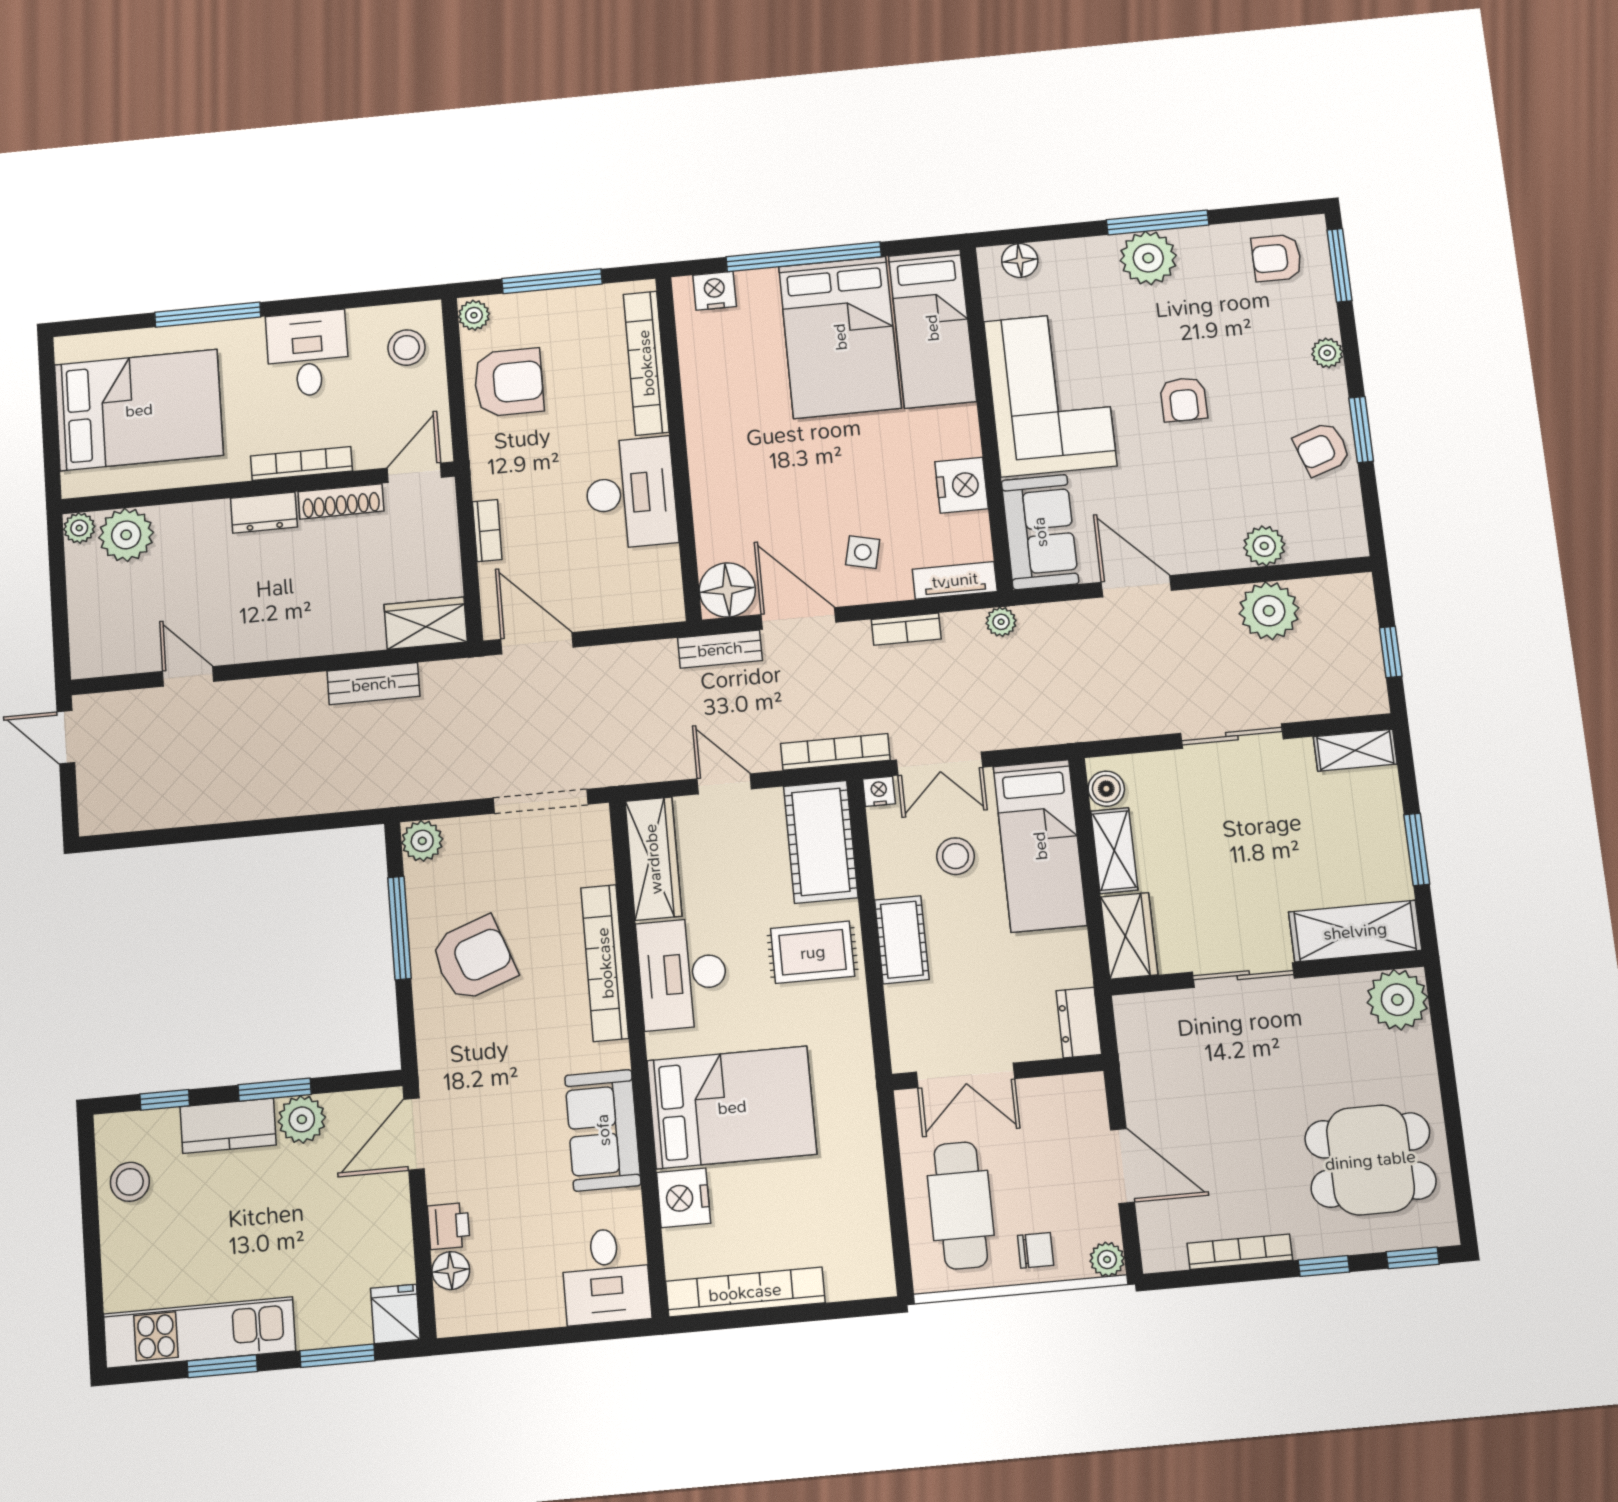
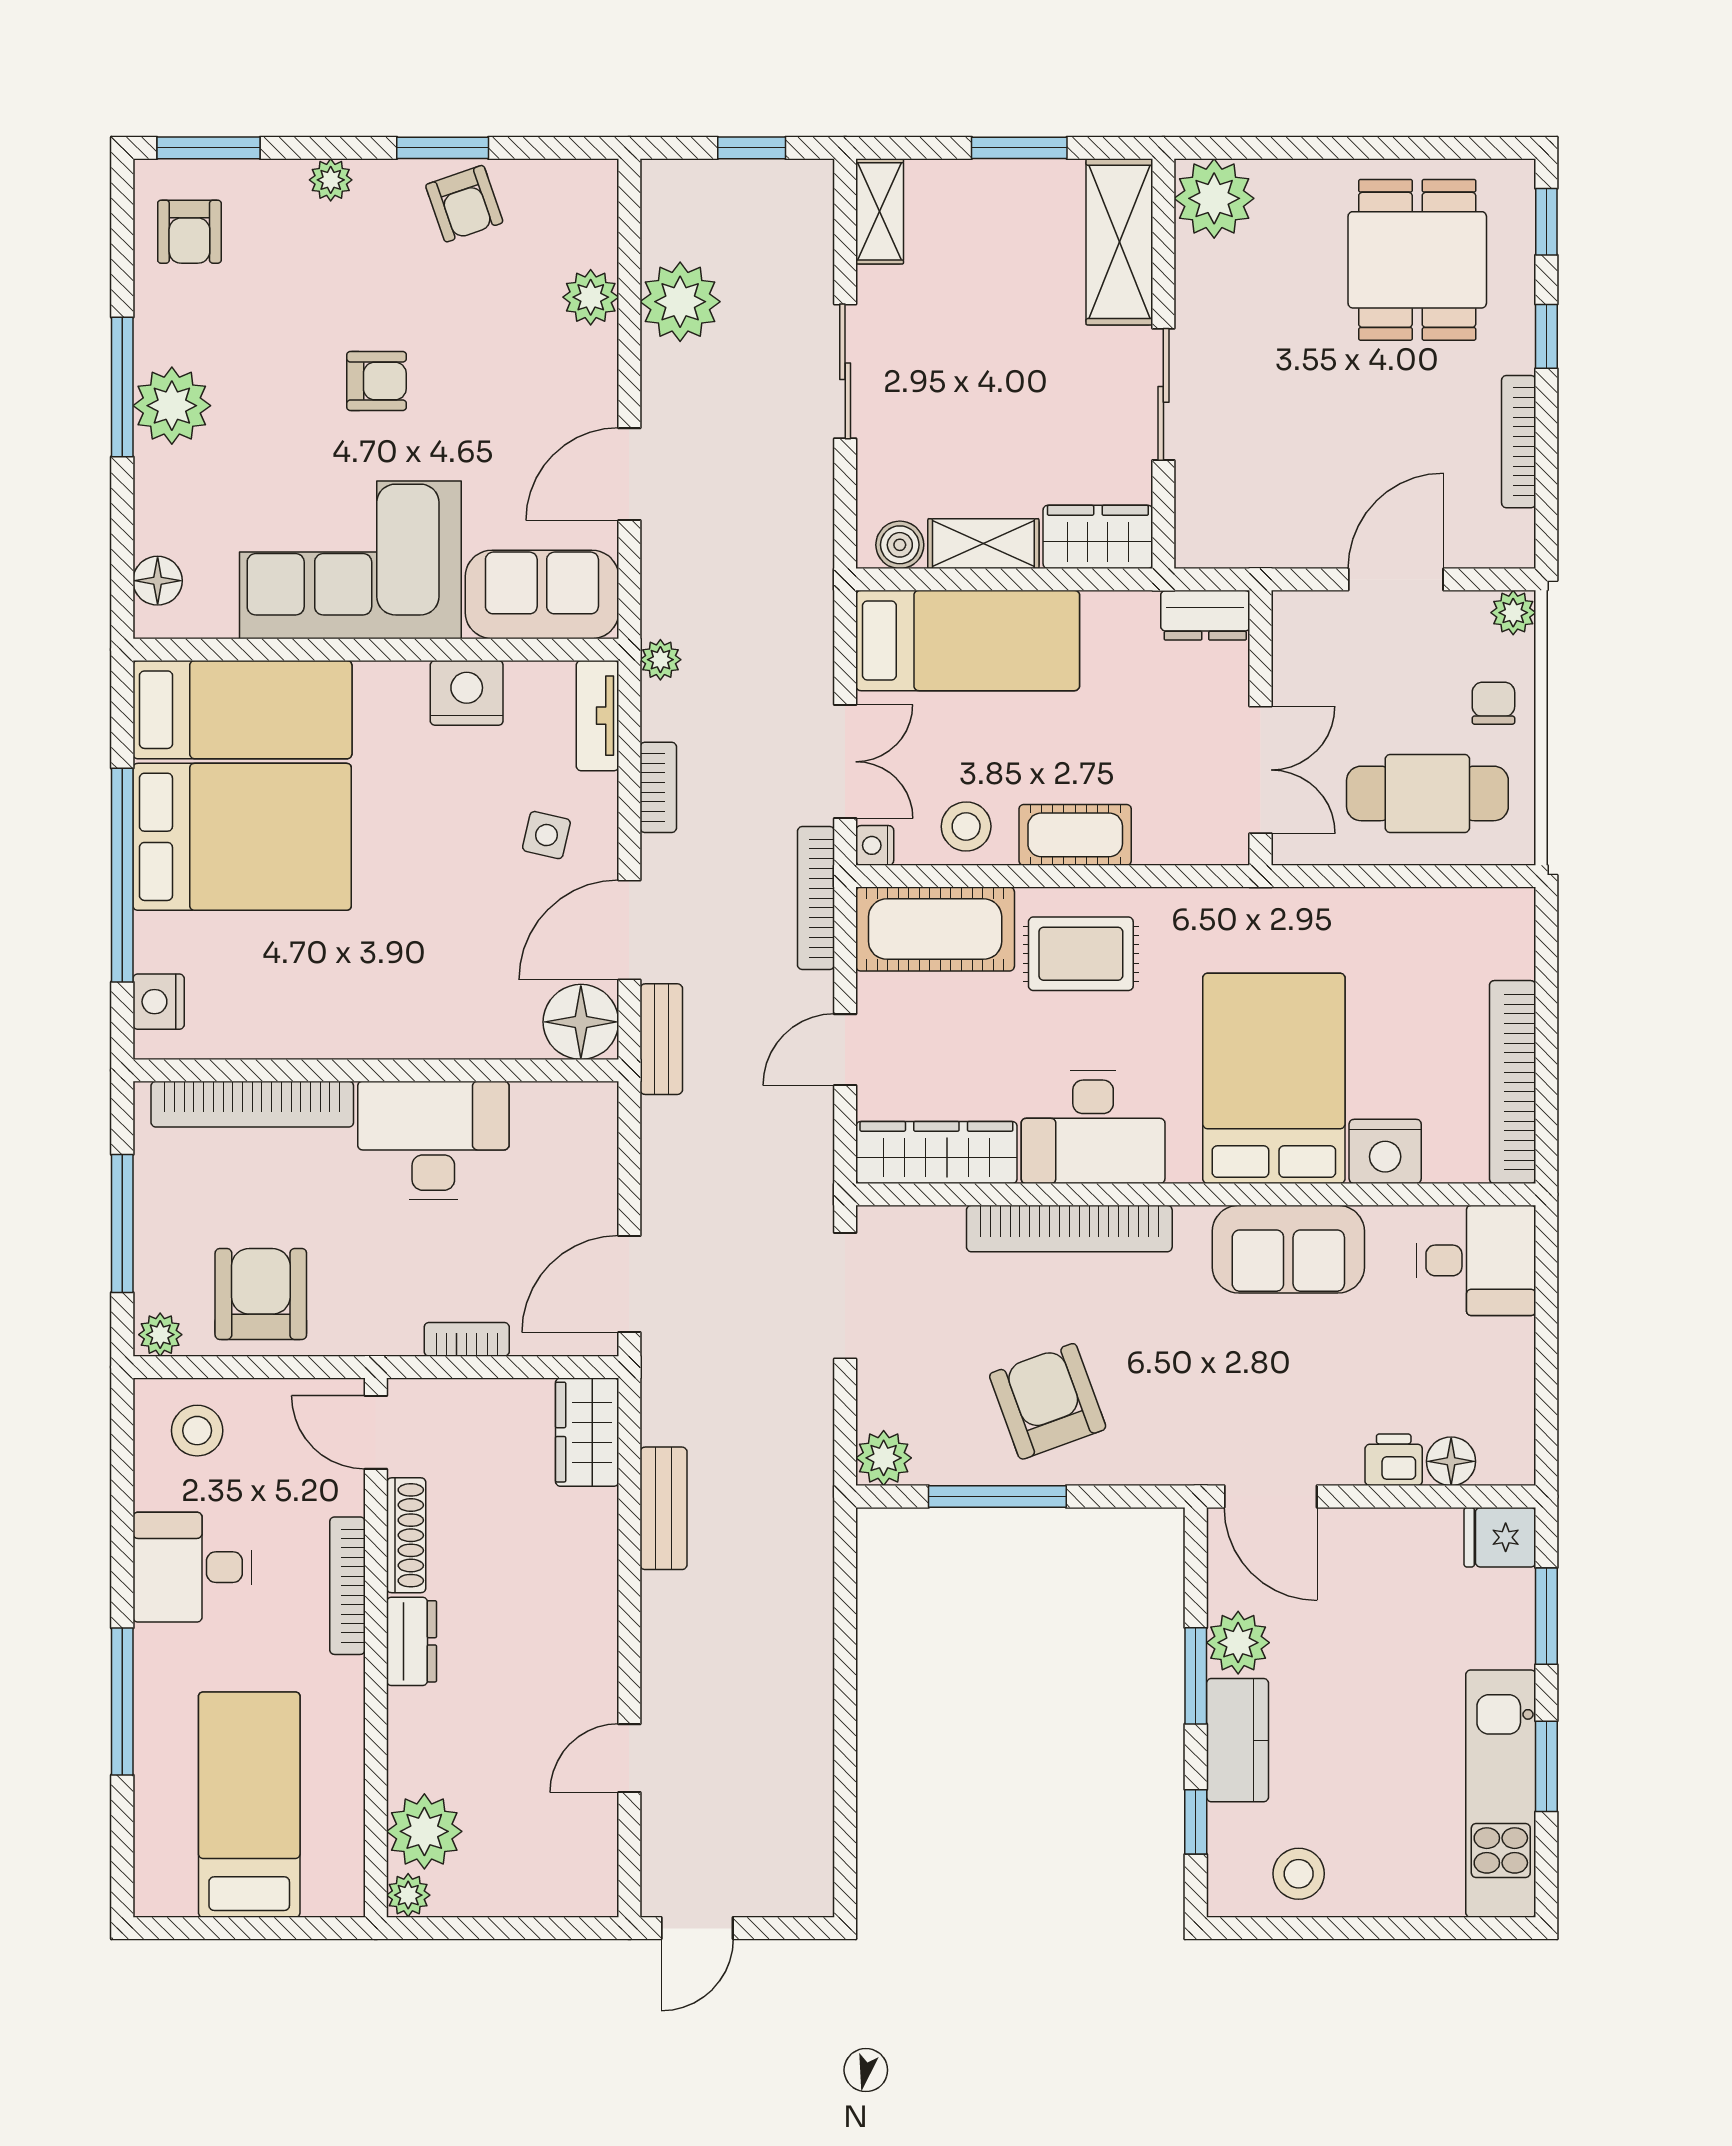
bed: (139, 410) -> (249, 1805), width x0.67
stool: (955, 856) -> (966, 826), moved
rug: (813, 952) -> (1081, 954), turned 90

